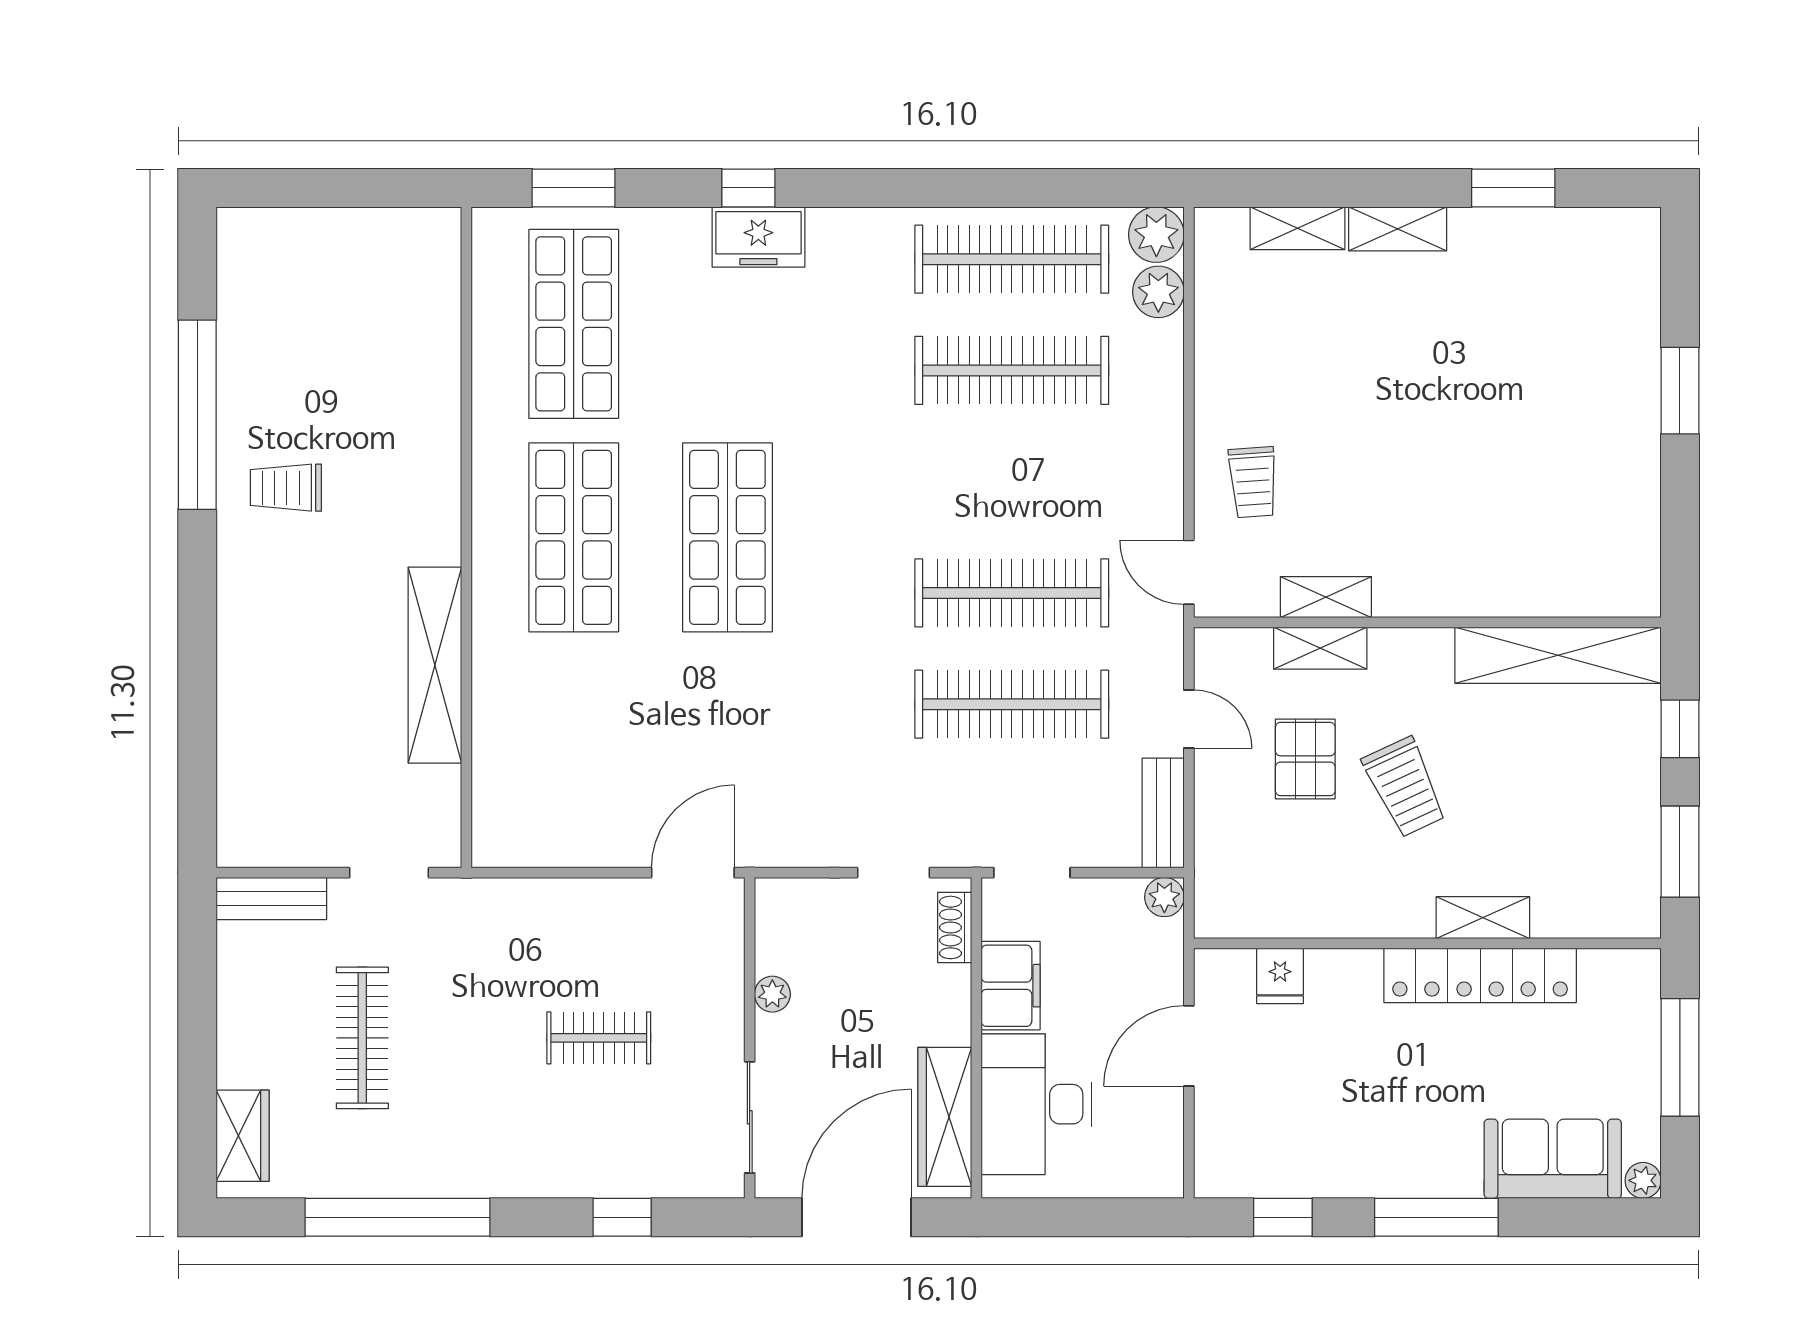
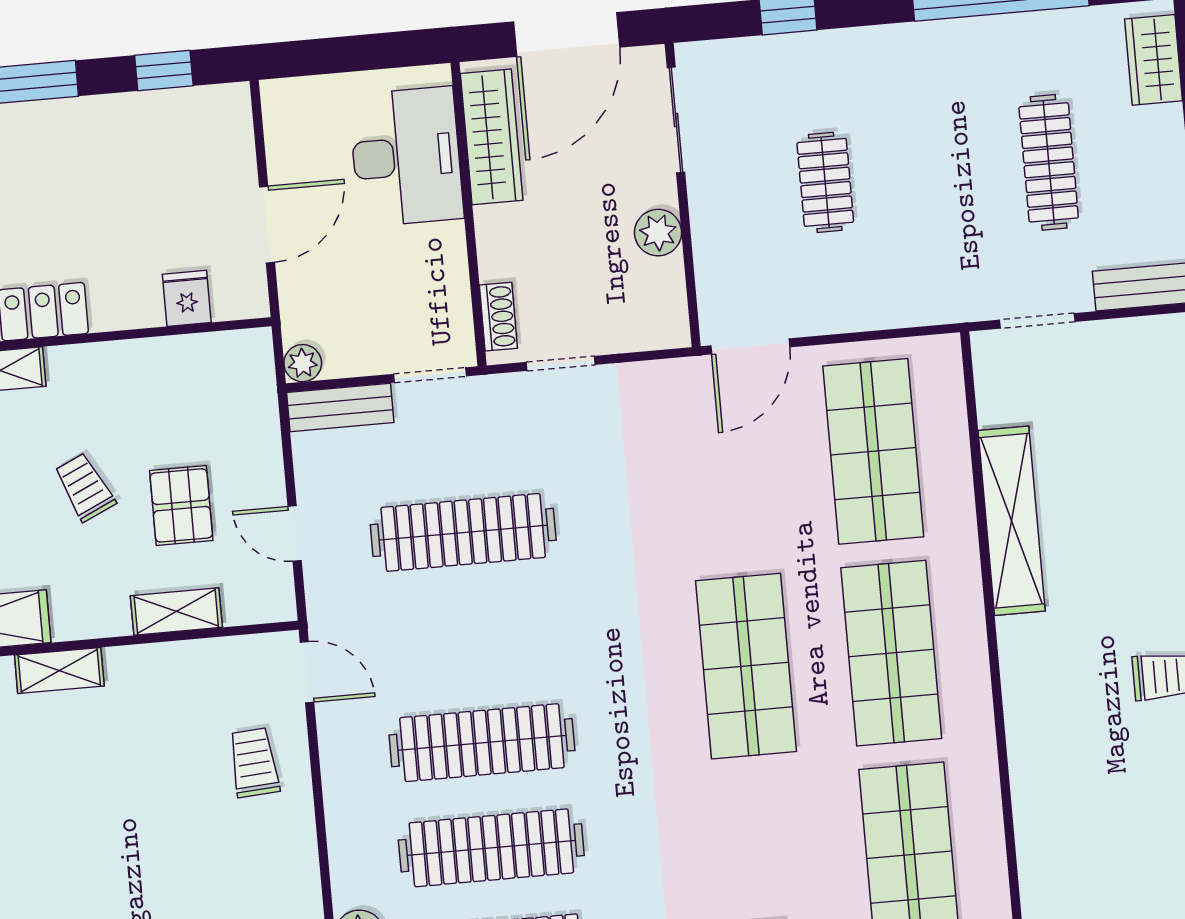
clothes rail: (1012, 593) -> (482, 743), moved
shelving: (1326, 597) -> (59, 671), moved
shop shelf: (574, 751) -> (873, 451), added
trolley: (1405, 787) -> (85, 487), width x0.73, depth x0.72
bench: (1163, 813) -> (340, 408), moved, turned 90
filing cabinet: (1011, 986) -> (441, 266), removed
plant: (772, 994) -> (658, 233), width x1.38, depth x1.38
clothes rail: (599, 1038) -> (825, 182), turned 90

